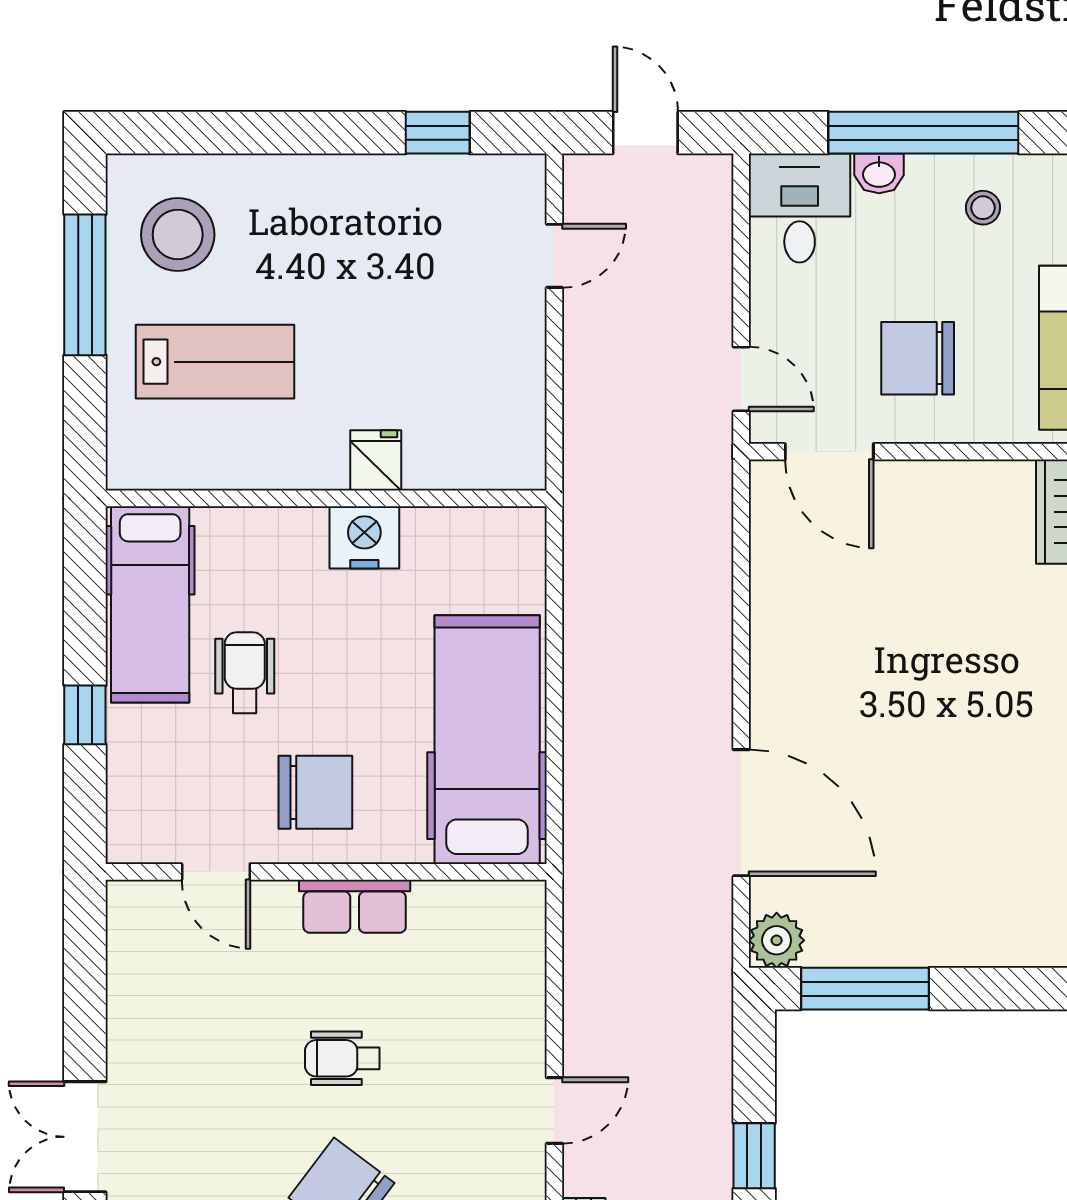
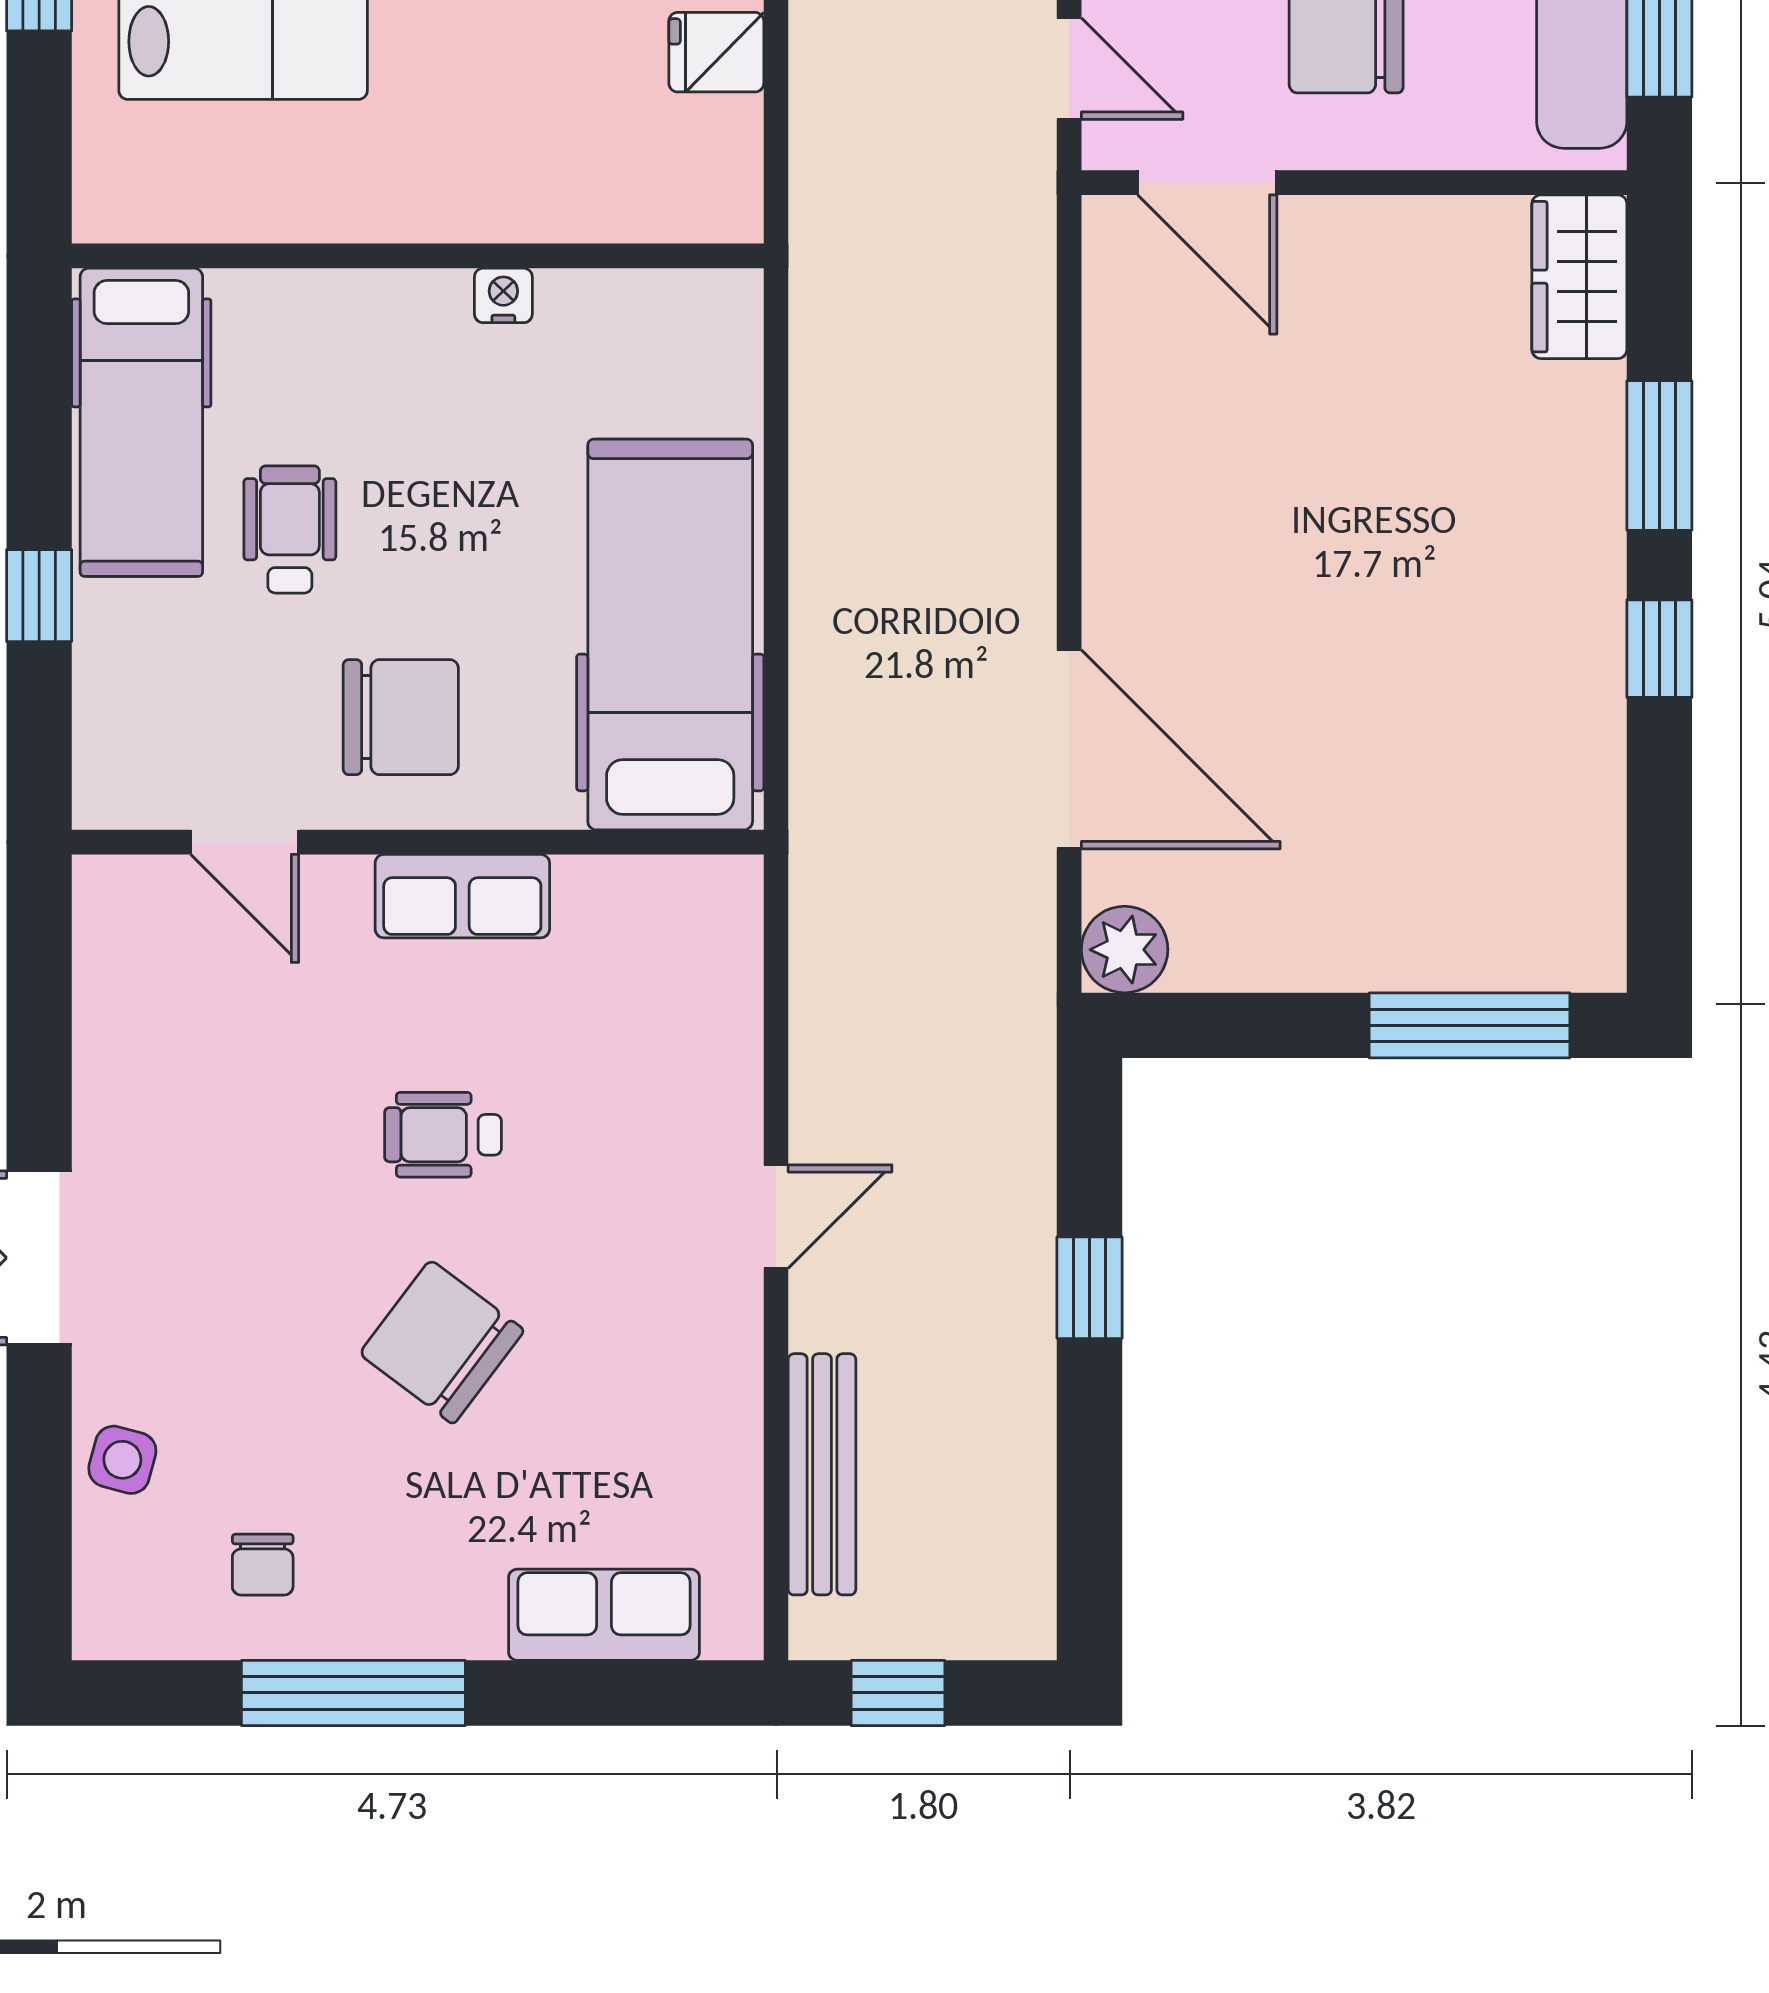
fridge: (376, 460) -> (716, 52), moved, turned -90
nightstand: (364, 537) -> (503, 295), width x0.53, depth x0.56
window: (865, 989) -> (1470, 1025), moved

